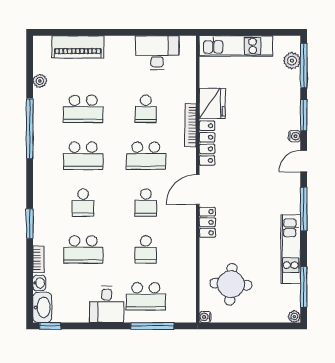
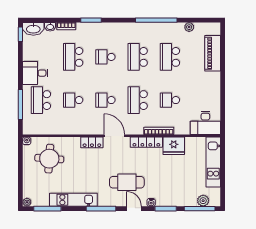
desk: (157, 53) -> (205, 123), moved, turned 90
cafe table: (265, 171) -> (127, 182), added

